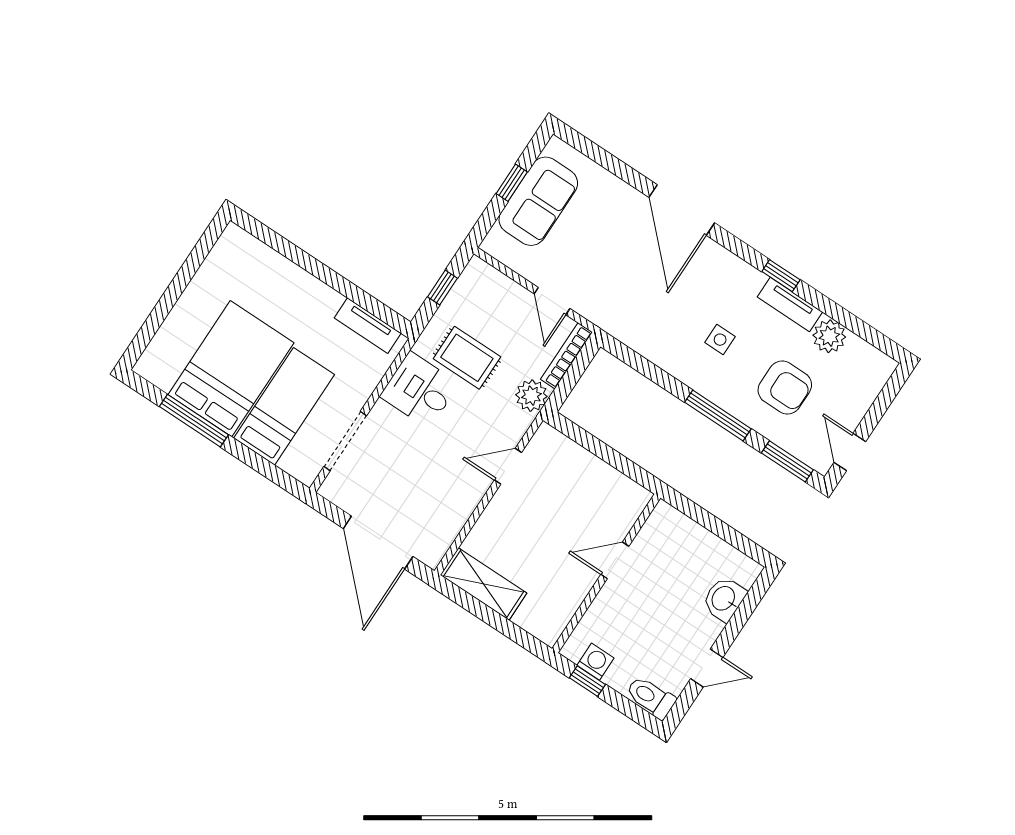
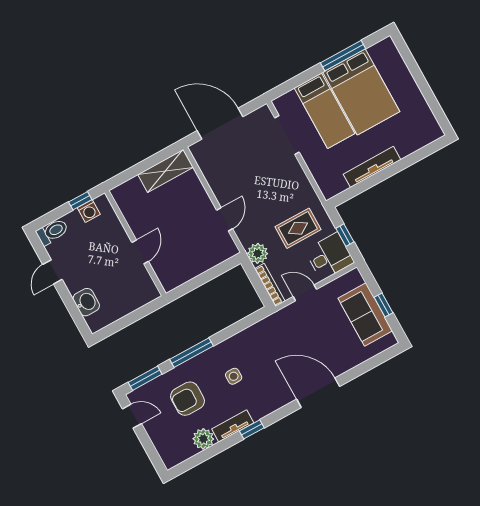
tv unit: (368, 326) -> (372, 167), moved, width x1.41
desk: (419, 390) -> (329, 256), moved

